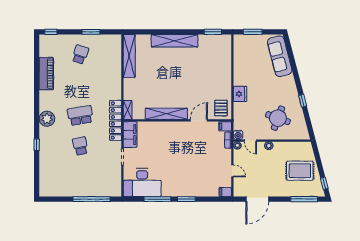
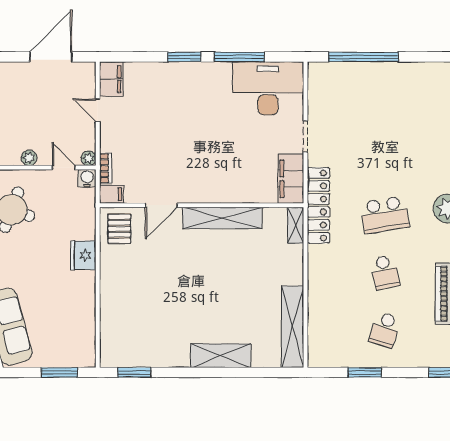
shelving: (175, 41) -> (221, 356), width x0.68
school desk: (80, 146) -> (385, 272), moved
filing cabinet: (225, 192) -> (111, 79), width x2.00

